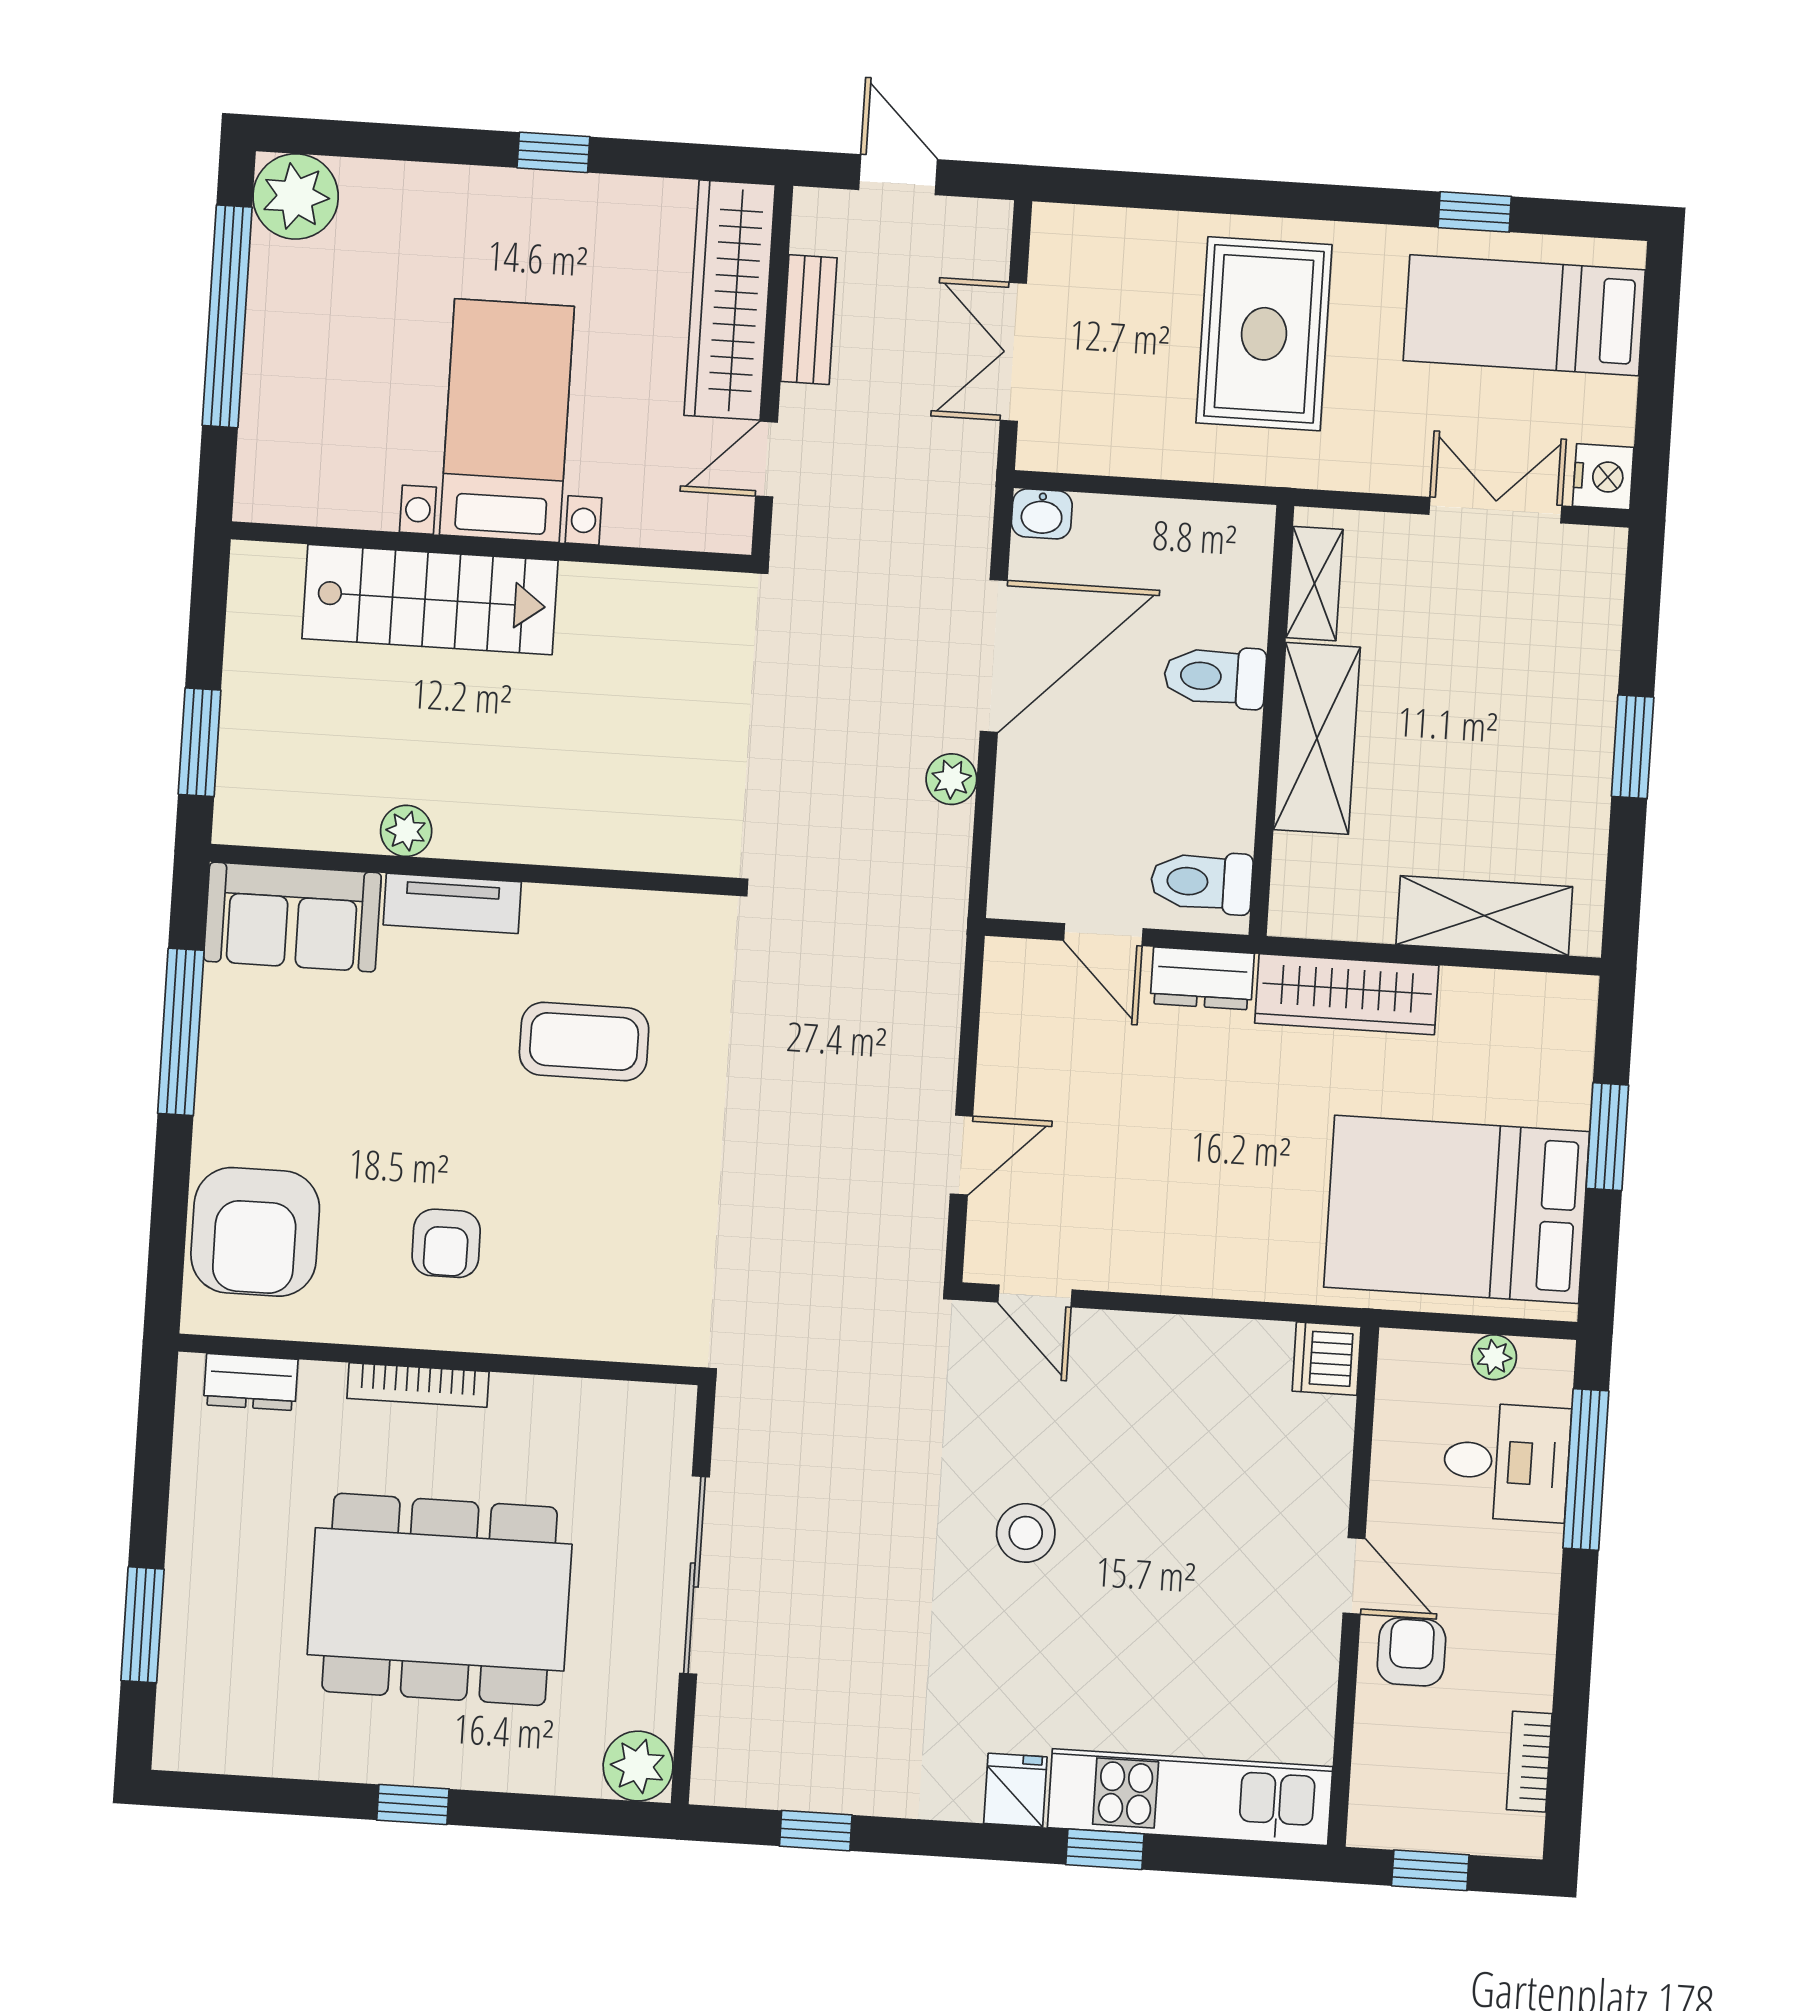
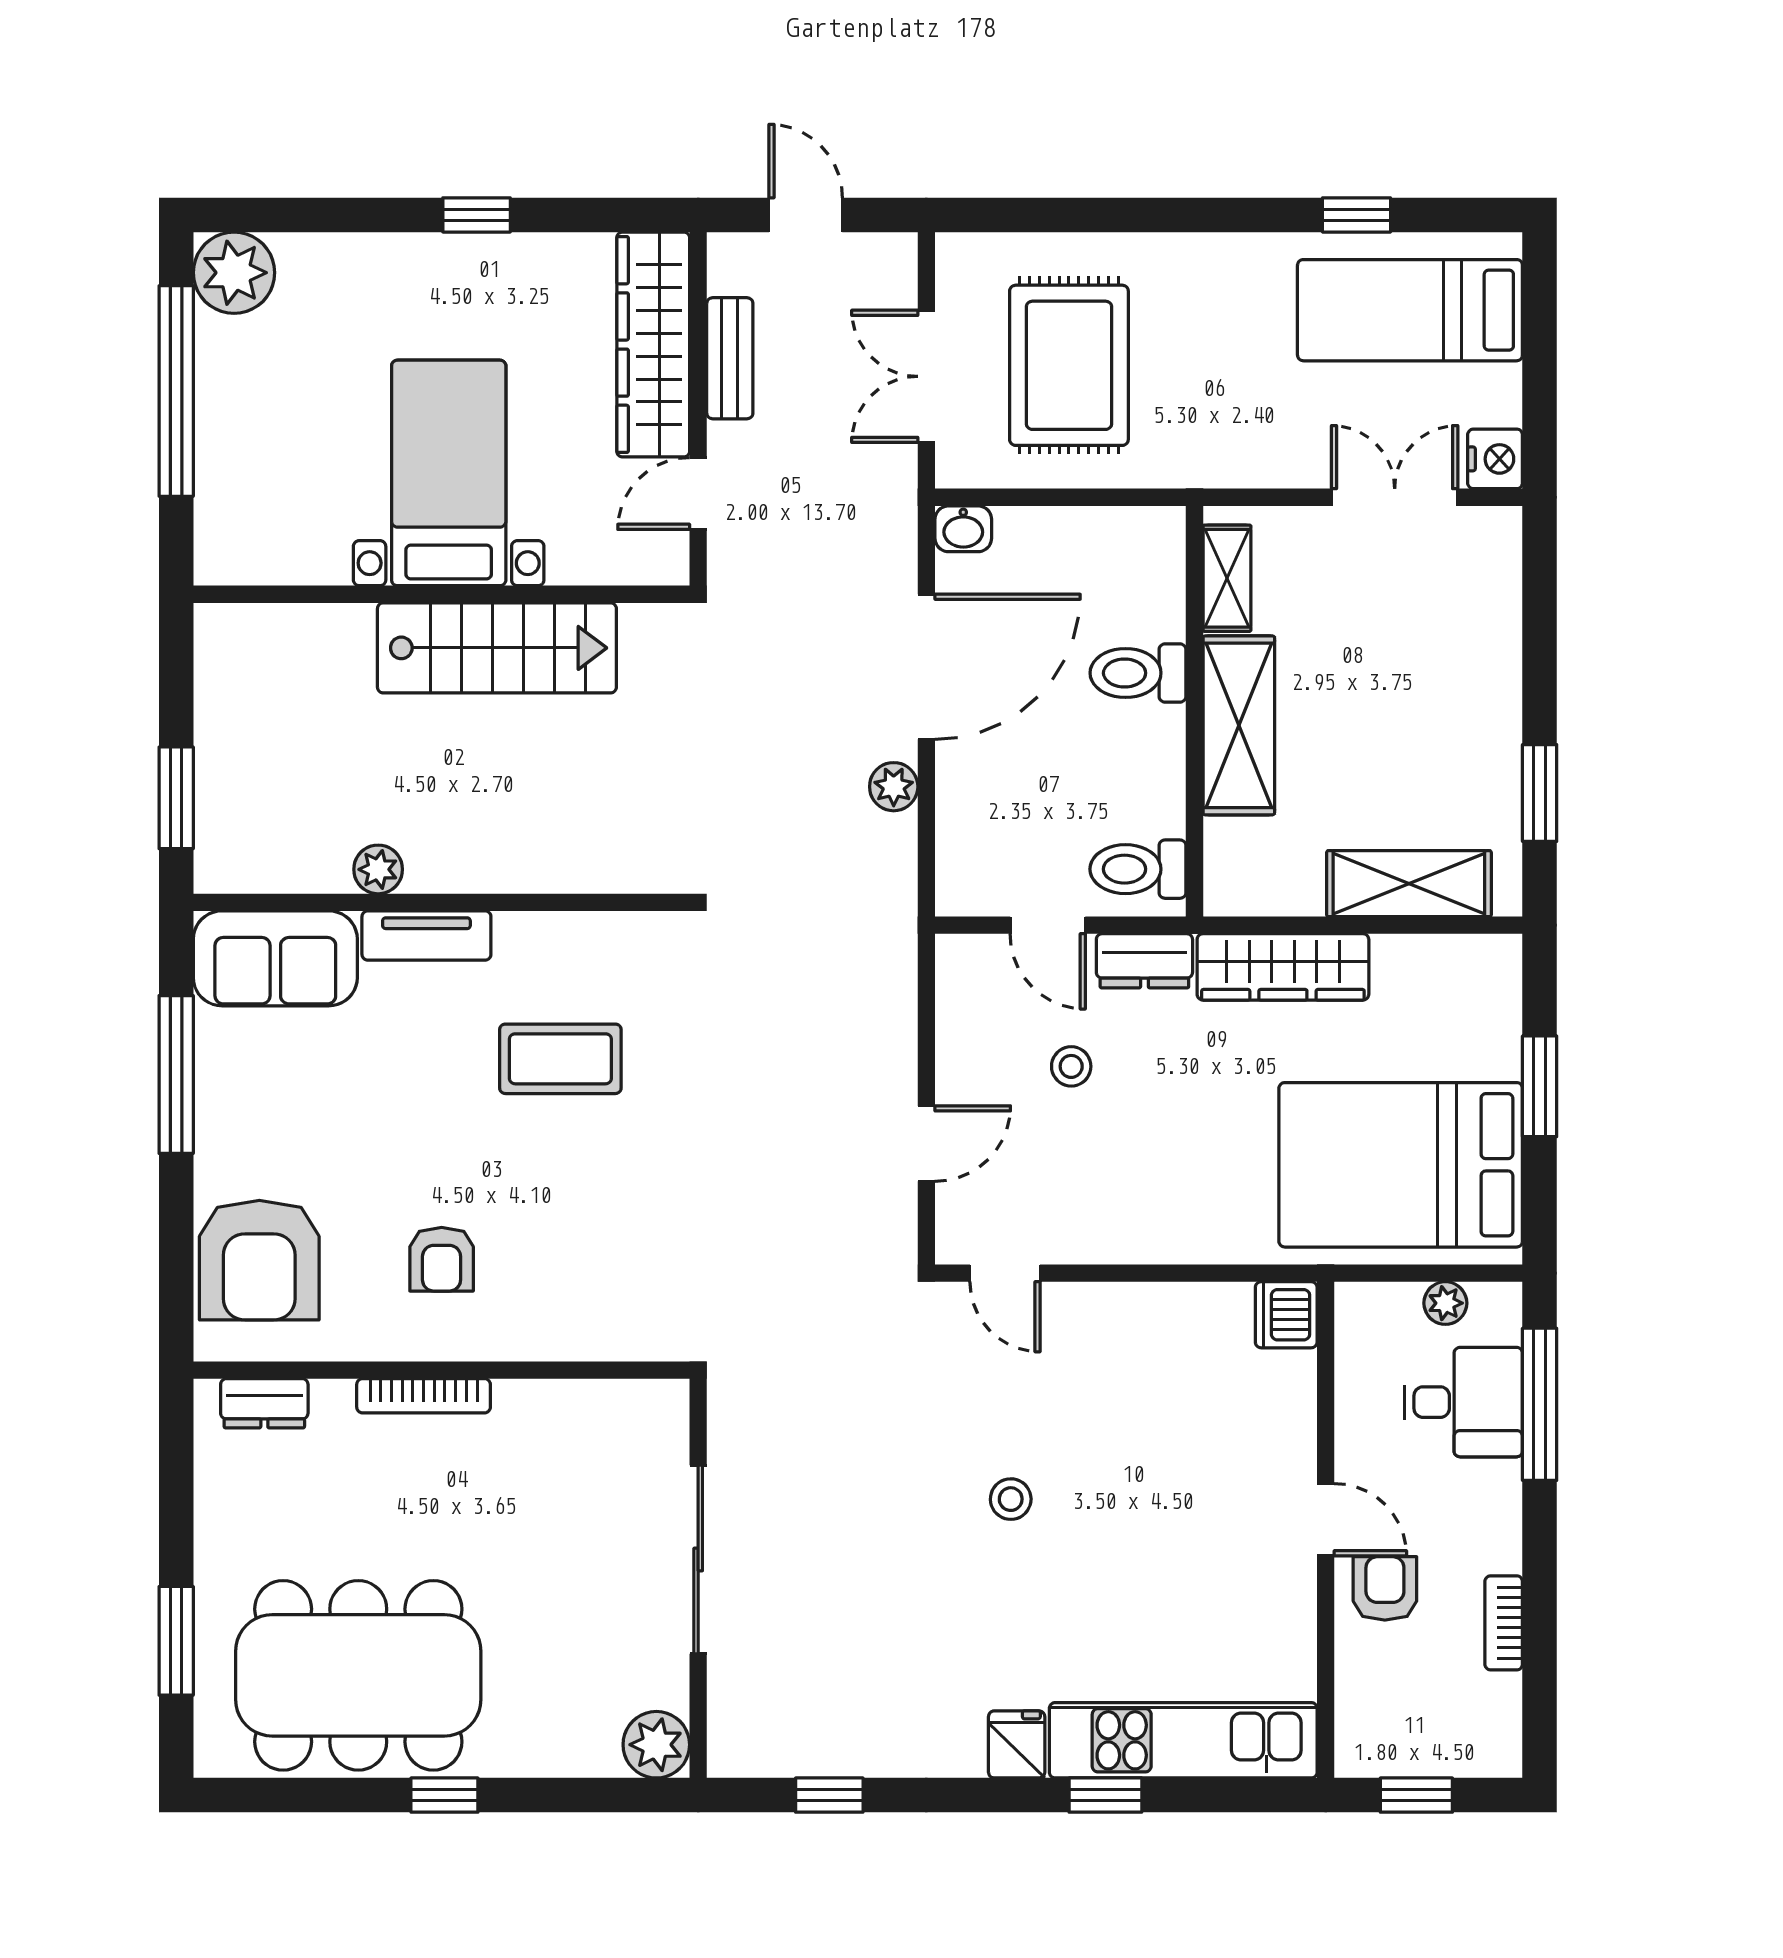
rug: (1264, 334) -> (1069, 365), moved
stairs: (430, 600) -> (497, 648), moved
window: (1633, 747) -> (1540, 793), moved
stool: (1118, 1084) -> (1071, 1066), added
stool: (1026, 1533) -> (1011, 1499), width x0.73, depth x0.73
dining table: (440, 1599) -> (358, 1675), moved
bookcase: (1529, 1762) -> (1504, 1623), moved

